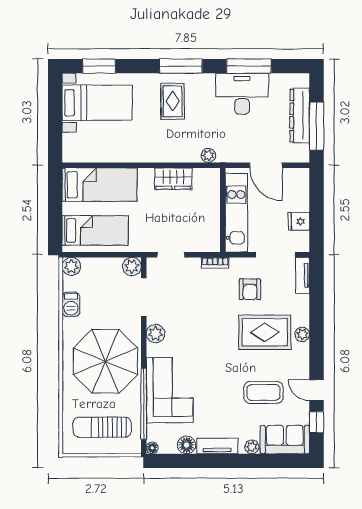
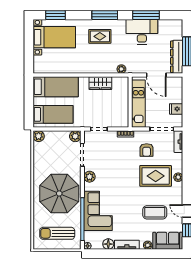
rug: (173, 101) -> (100, 36), turned 90
dresser: (300, 116) -> (177, 57), moved
barbecue: (71, 304) -> (38, 159), removed

